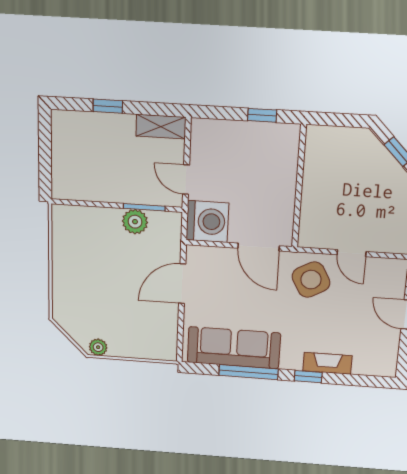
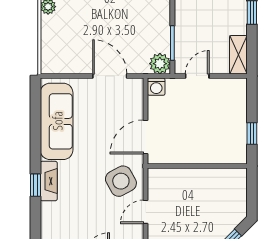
washing machine: (207, 221) -> (156, 87), width x0.53, depth x0.53
plant: (135, 222) -> (160, 64), moved
fireplace: (327, 363) -> (49, 181), moved
window: (248, 372) -> (35, 135), removed

